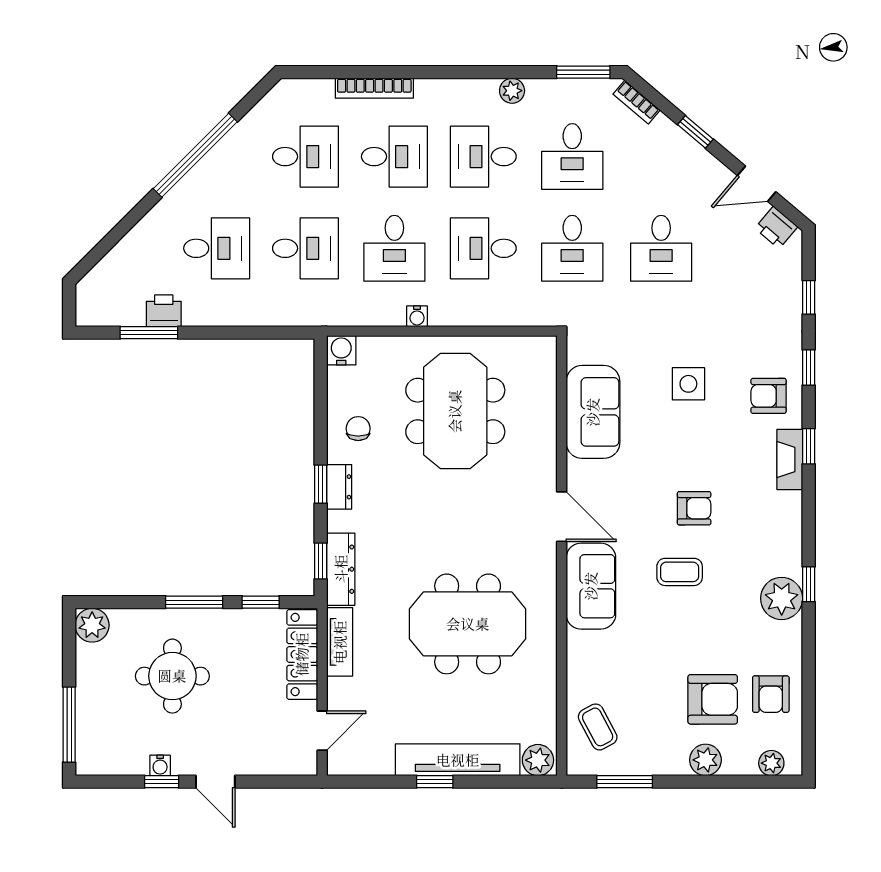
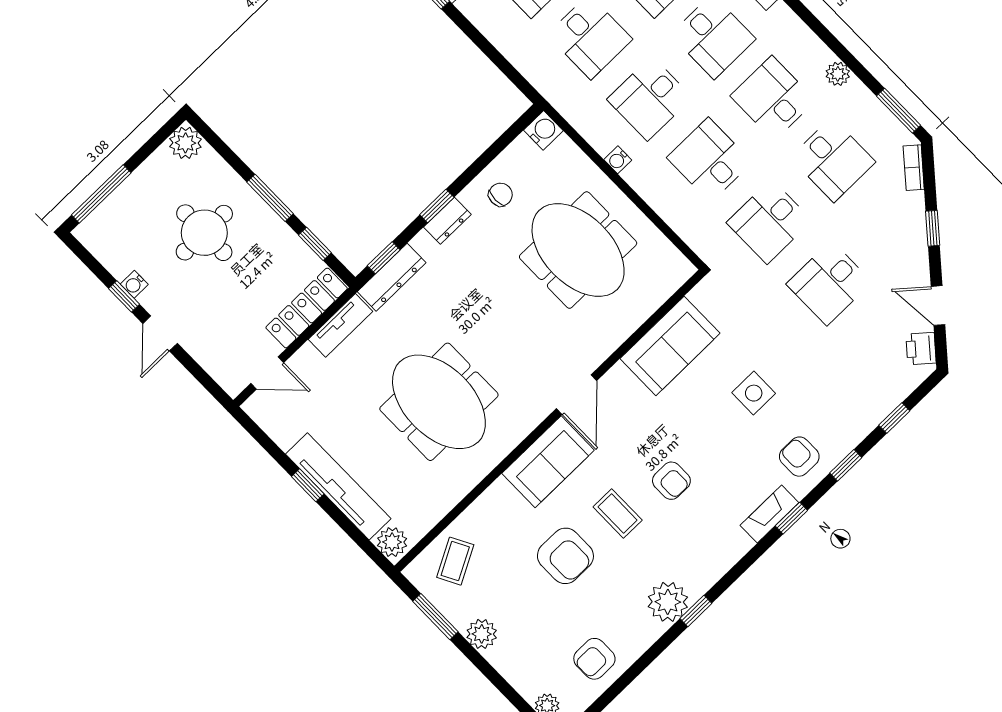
desk: (572, 157) -> (833, 160), turned -90
meeting table: (455, 411) -> (578, 250), turned 90
armchair: (713, 699) -> (565, 556), moved
plant: (705, 760) -> (482, 634), moved

